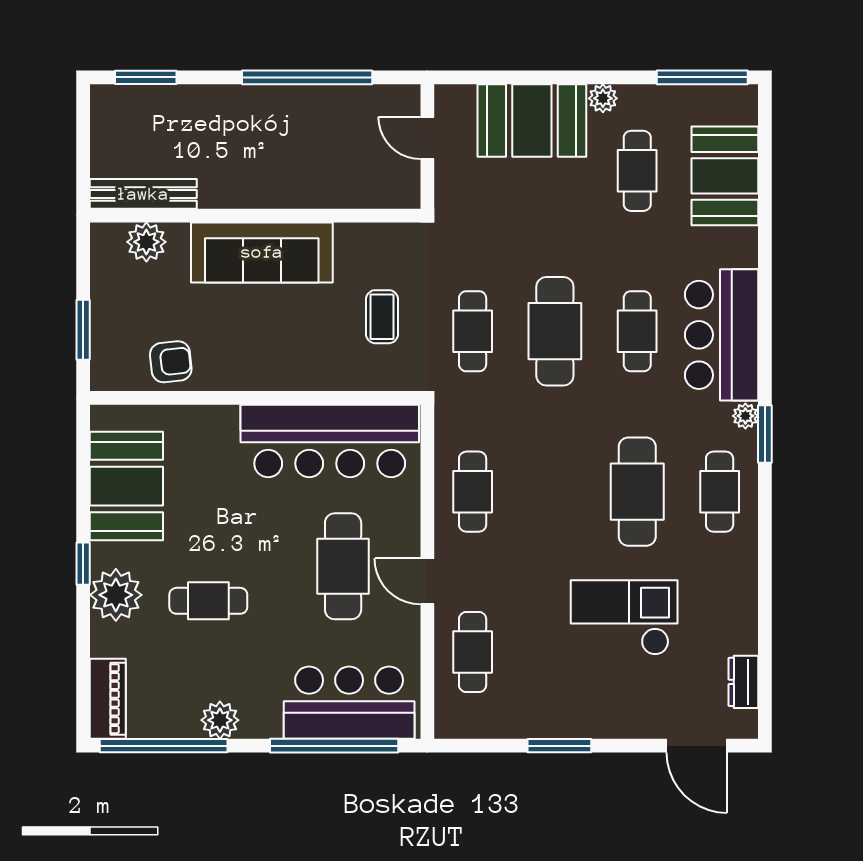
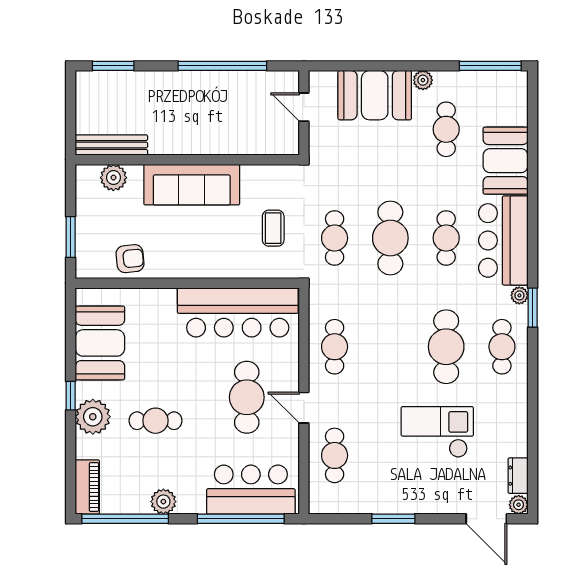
booth: (725, 176) -> (506, 161), moved
plant: (744, 725) -> (519, 505), added

